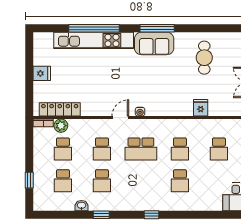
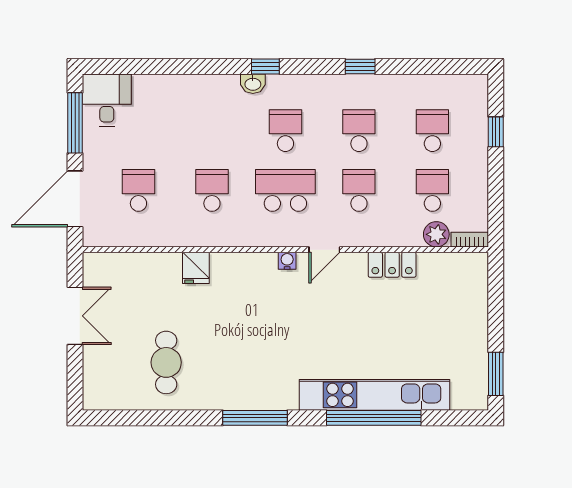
sofa: (154, 43) -> (261, 389), removed
window: (29, 52) -> (496, 374), added
fridge: (42, 73) -> (472, 333), removed
fridge: (201, 108) -> (196, 268), moved
locker: (60, 109) -> (392, 265), moved, width x0.66
school desk: (180, 181) -> (285, 131), moved
washbasin: (81, 206) -> (253, 84), moved

